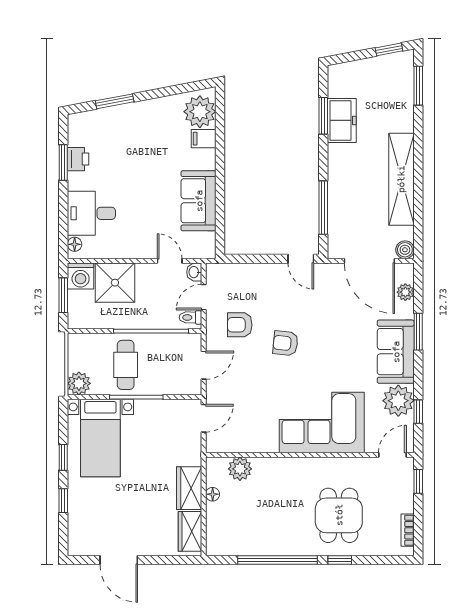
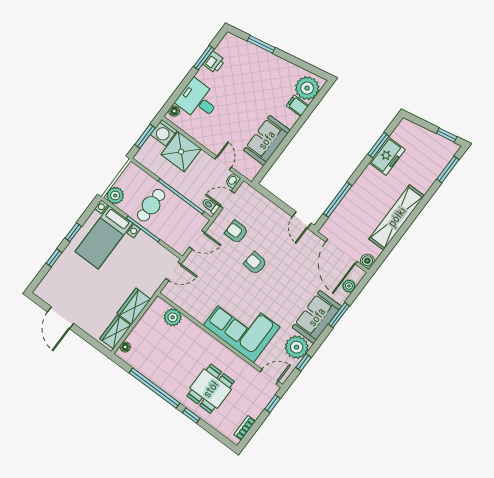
floor lamp: (213, 494) -> (125, 347), moved

